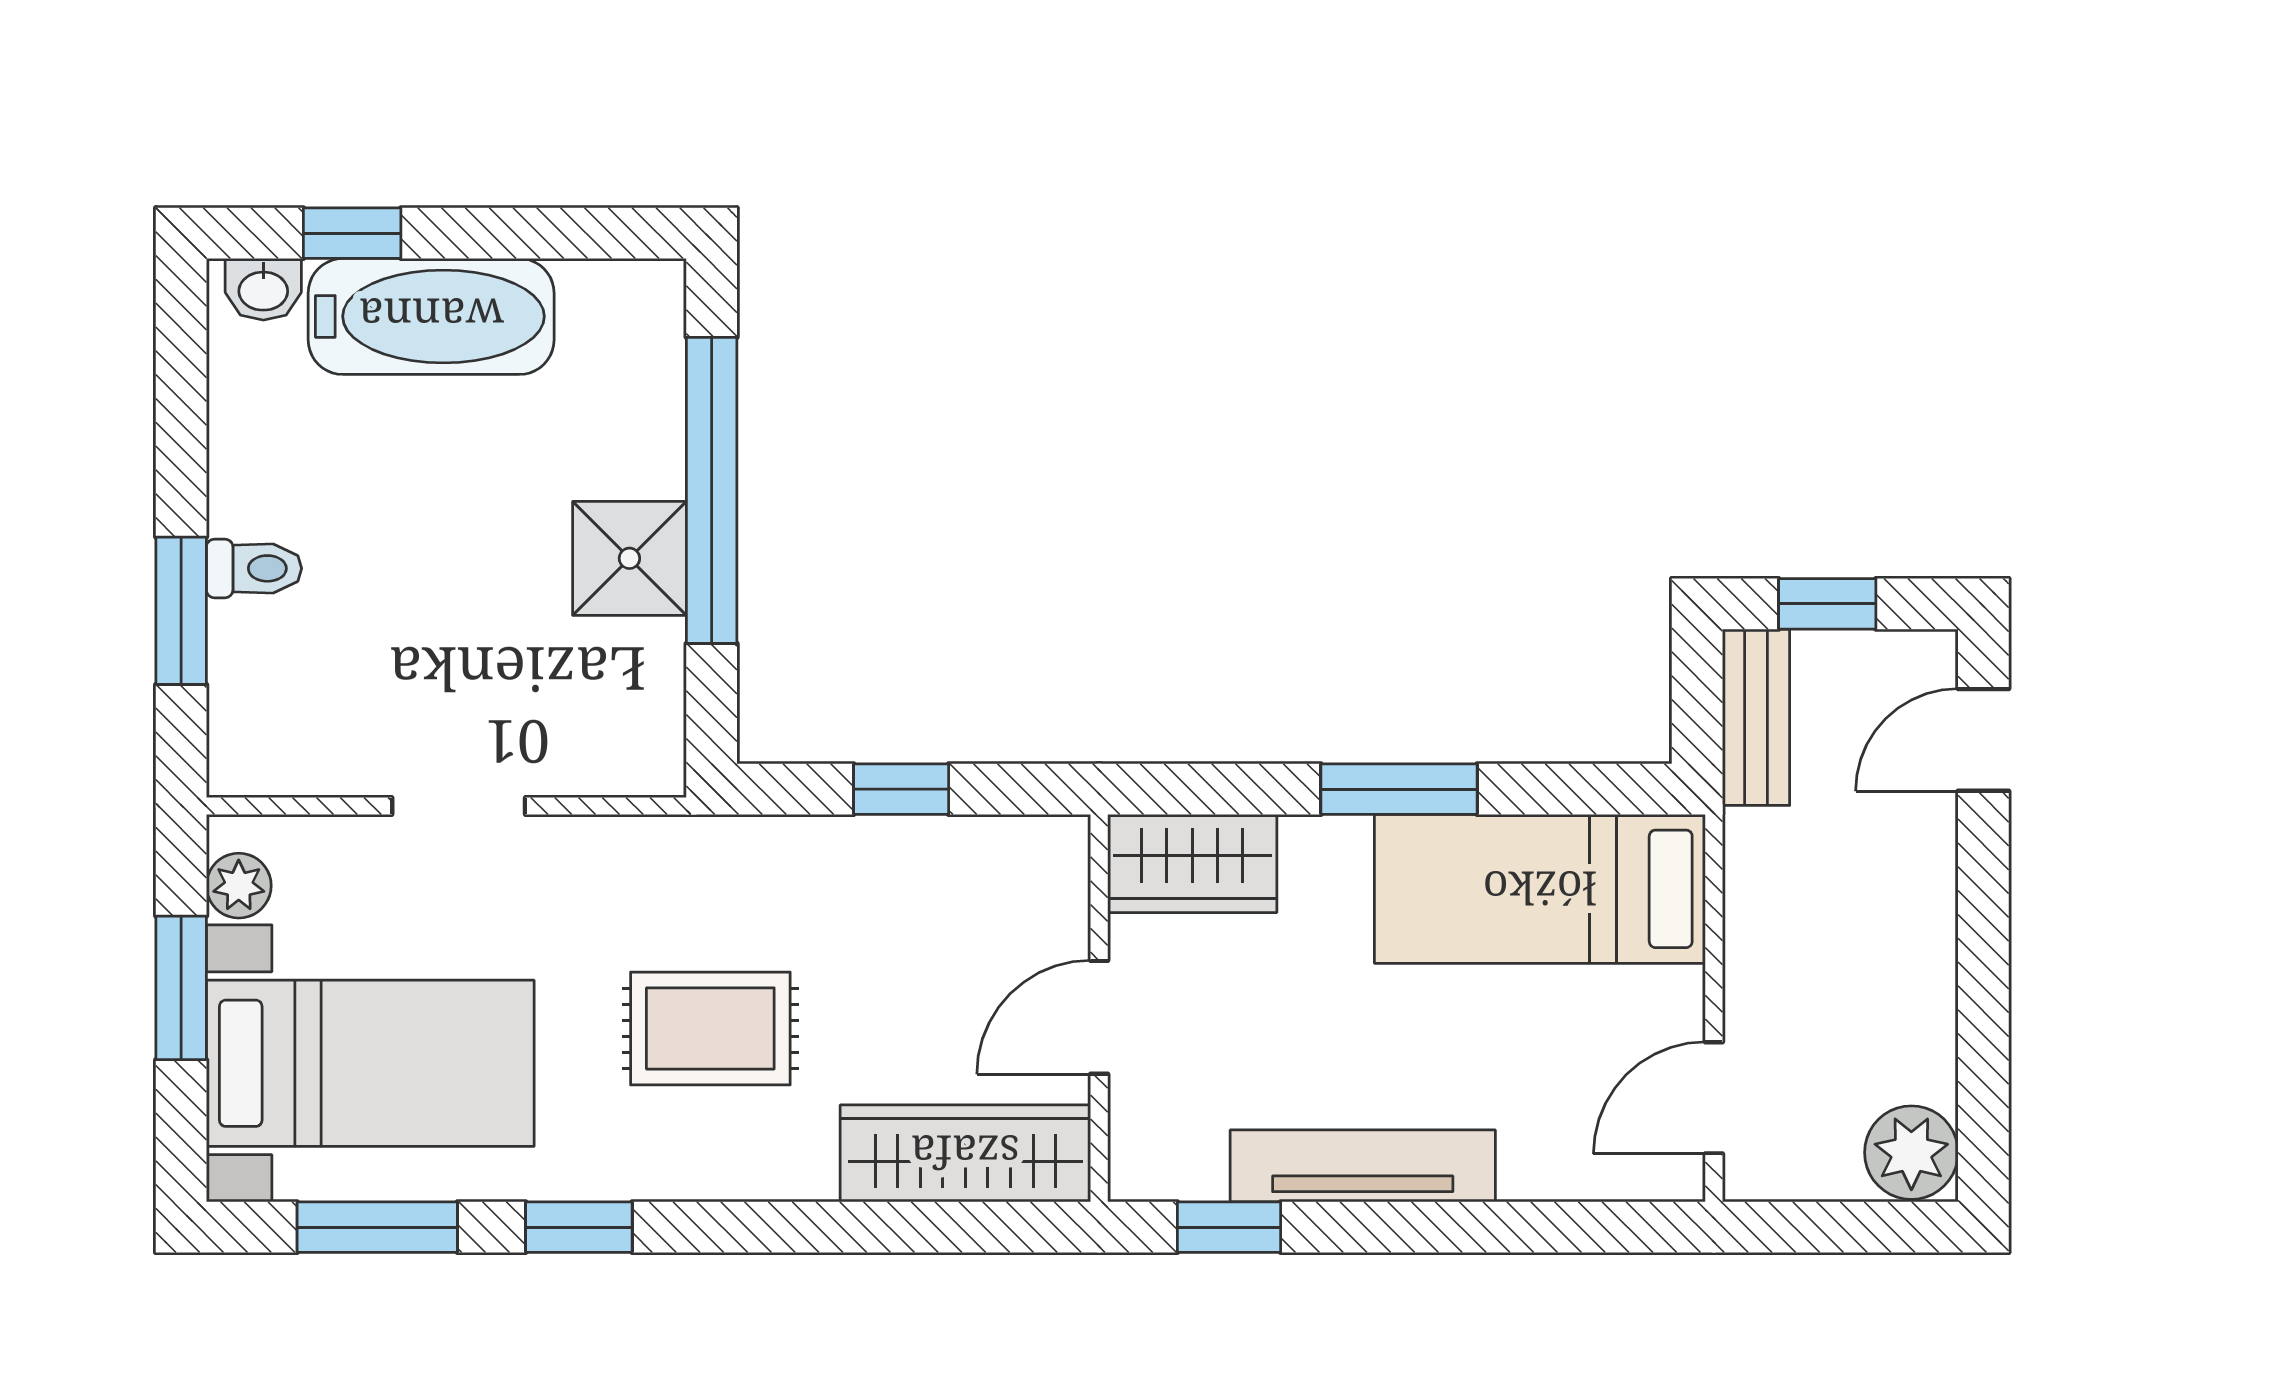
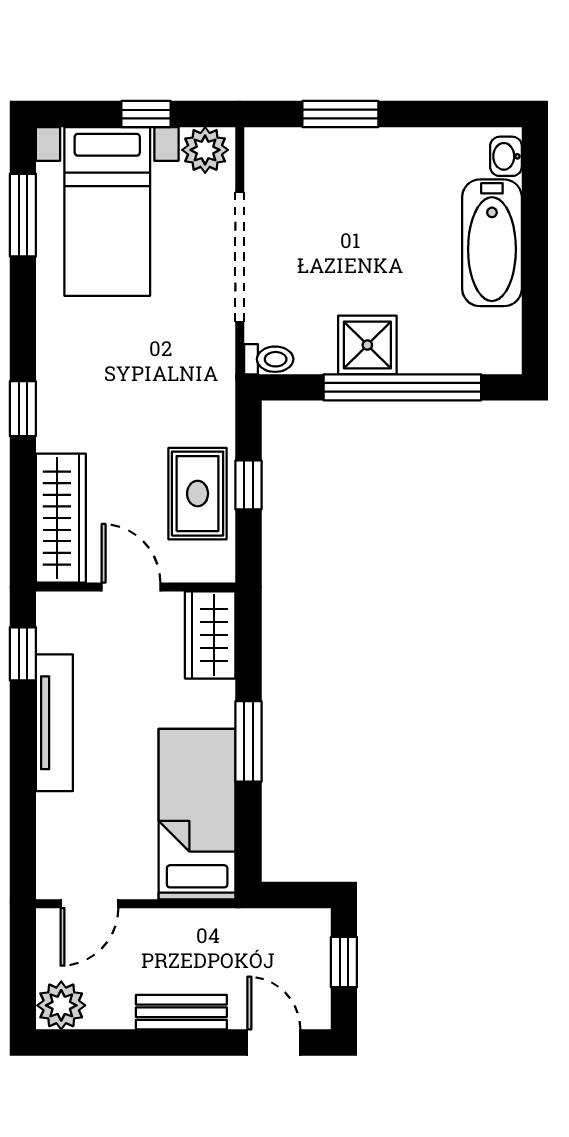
window: (352, 233) -> (535, 202), removed
toilet: (254, 568) -> (269, 359), moved, turned -90
bench: (1756, 717) -> (181, 1012), moved
doorway: (459, 806) -> (240, 257), width x1.87
plant: (239, 886) -> (205, 150), width x1.38, depth x1.38
window: (181, 988) -> (146, 114), width x0.67
rug: (710, 1028) -> (198, 494), moved
door: (1714, 1098) -> (89, 904), swing flipped
window: (579, 1227) -> (23, 409), moved

